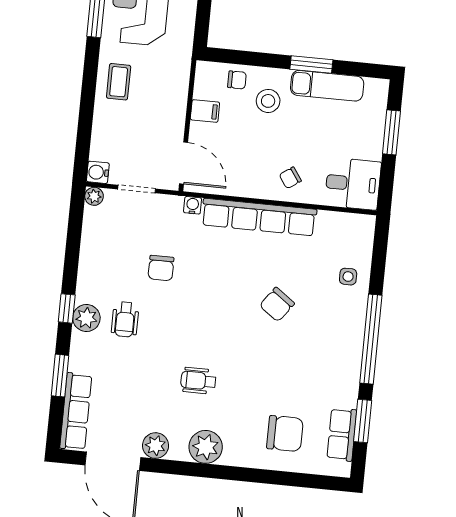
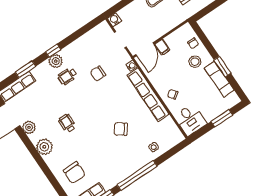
filing cabinet: (205, 111) -> (162, 47), moved
plant: (94, 196) -> (104, 26), removed

